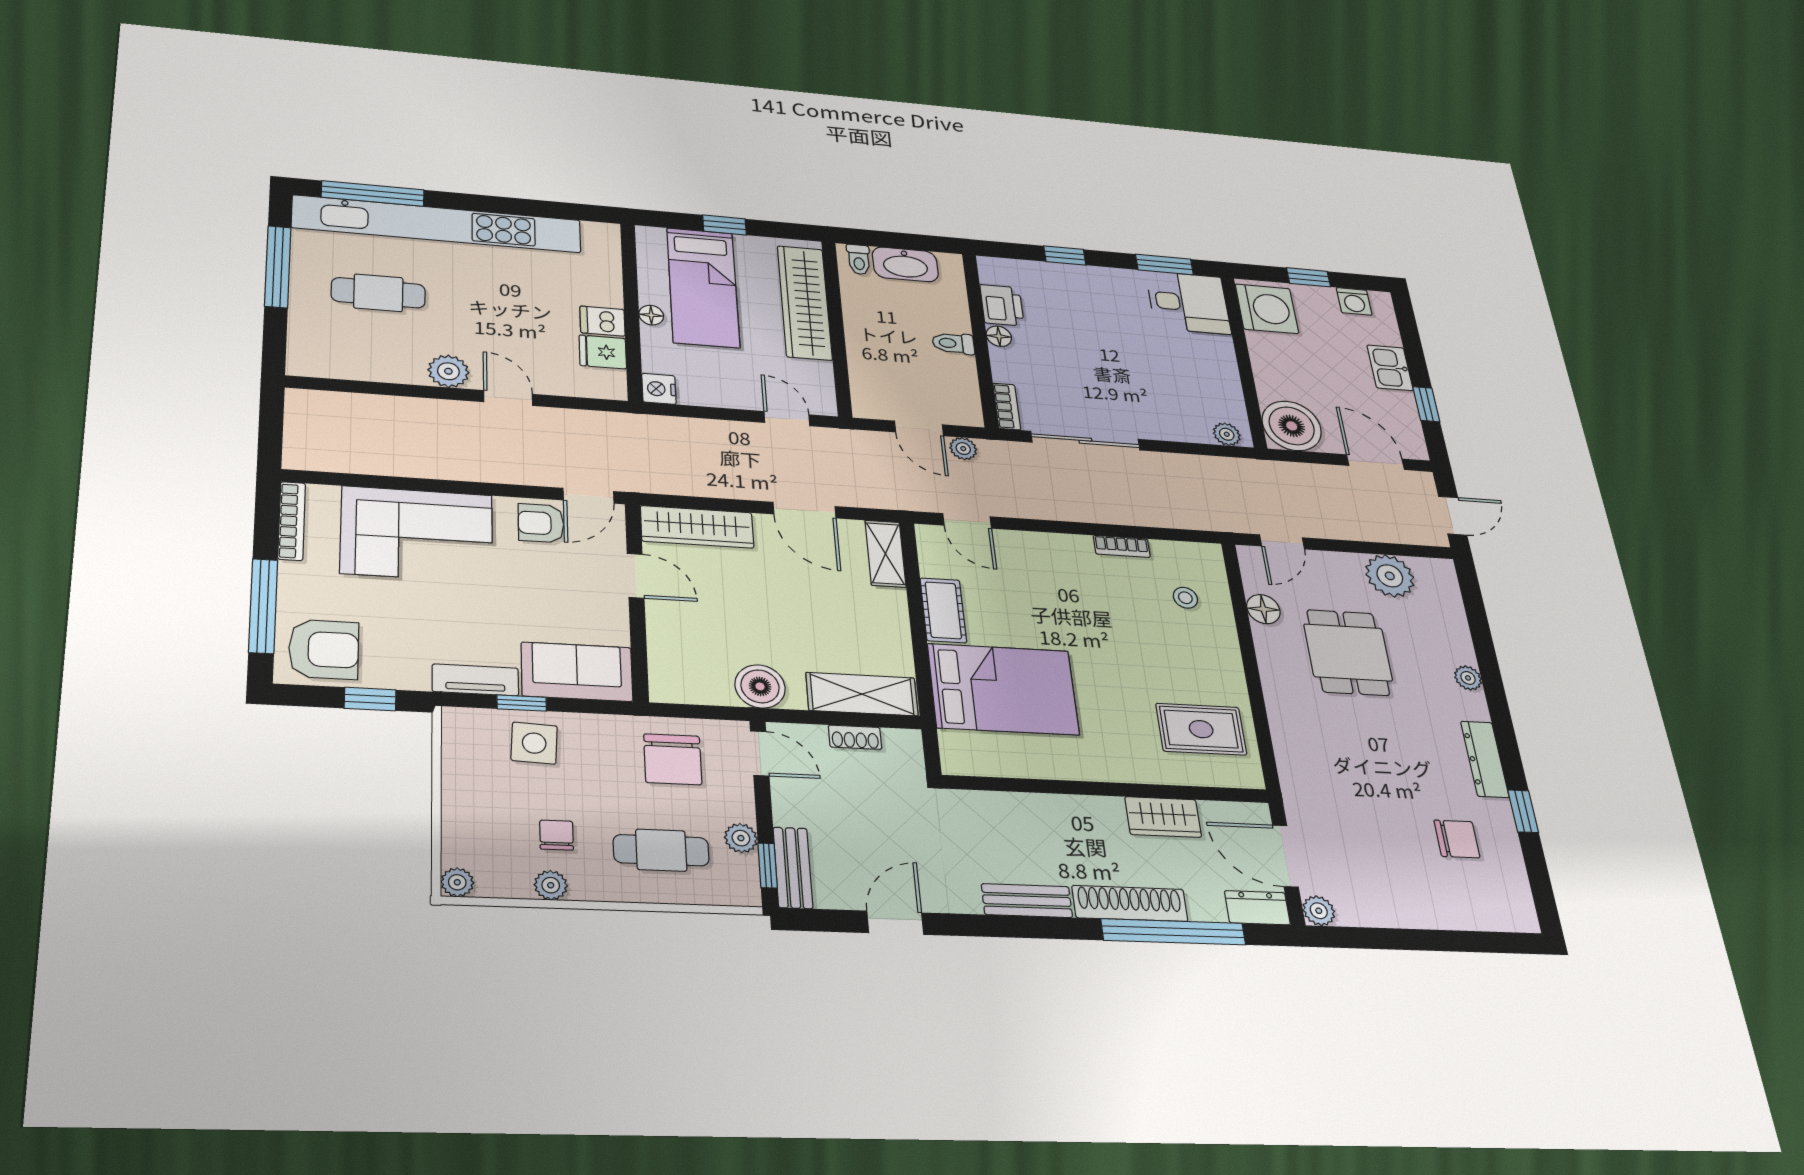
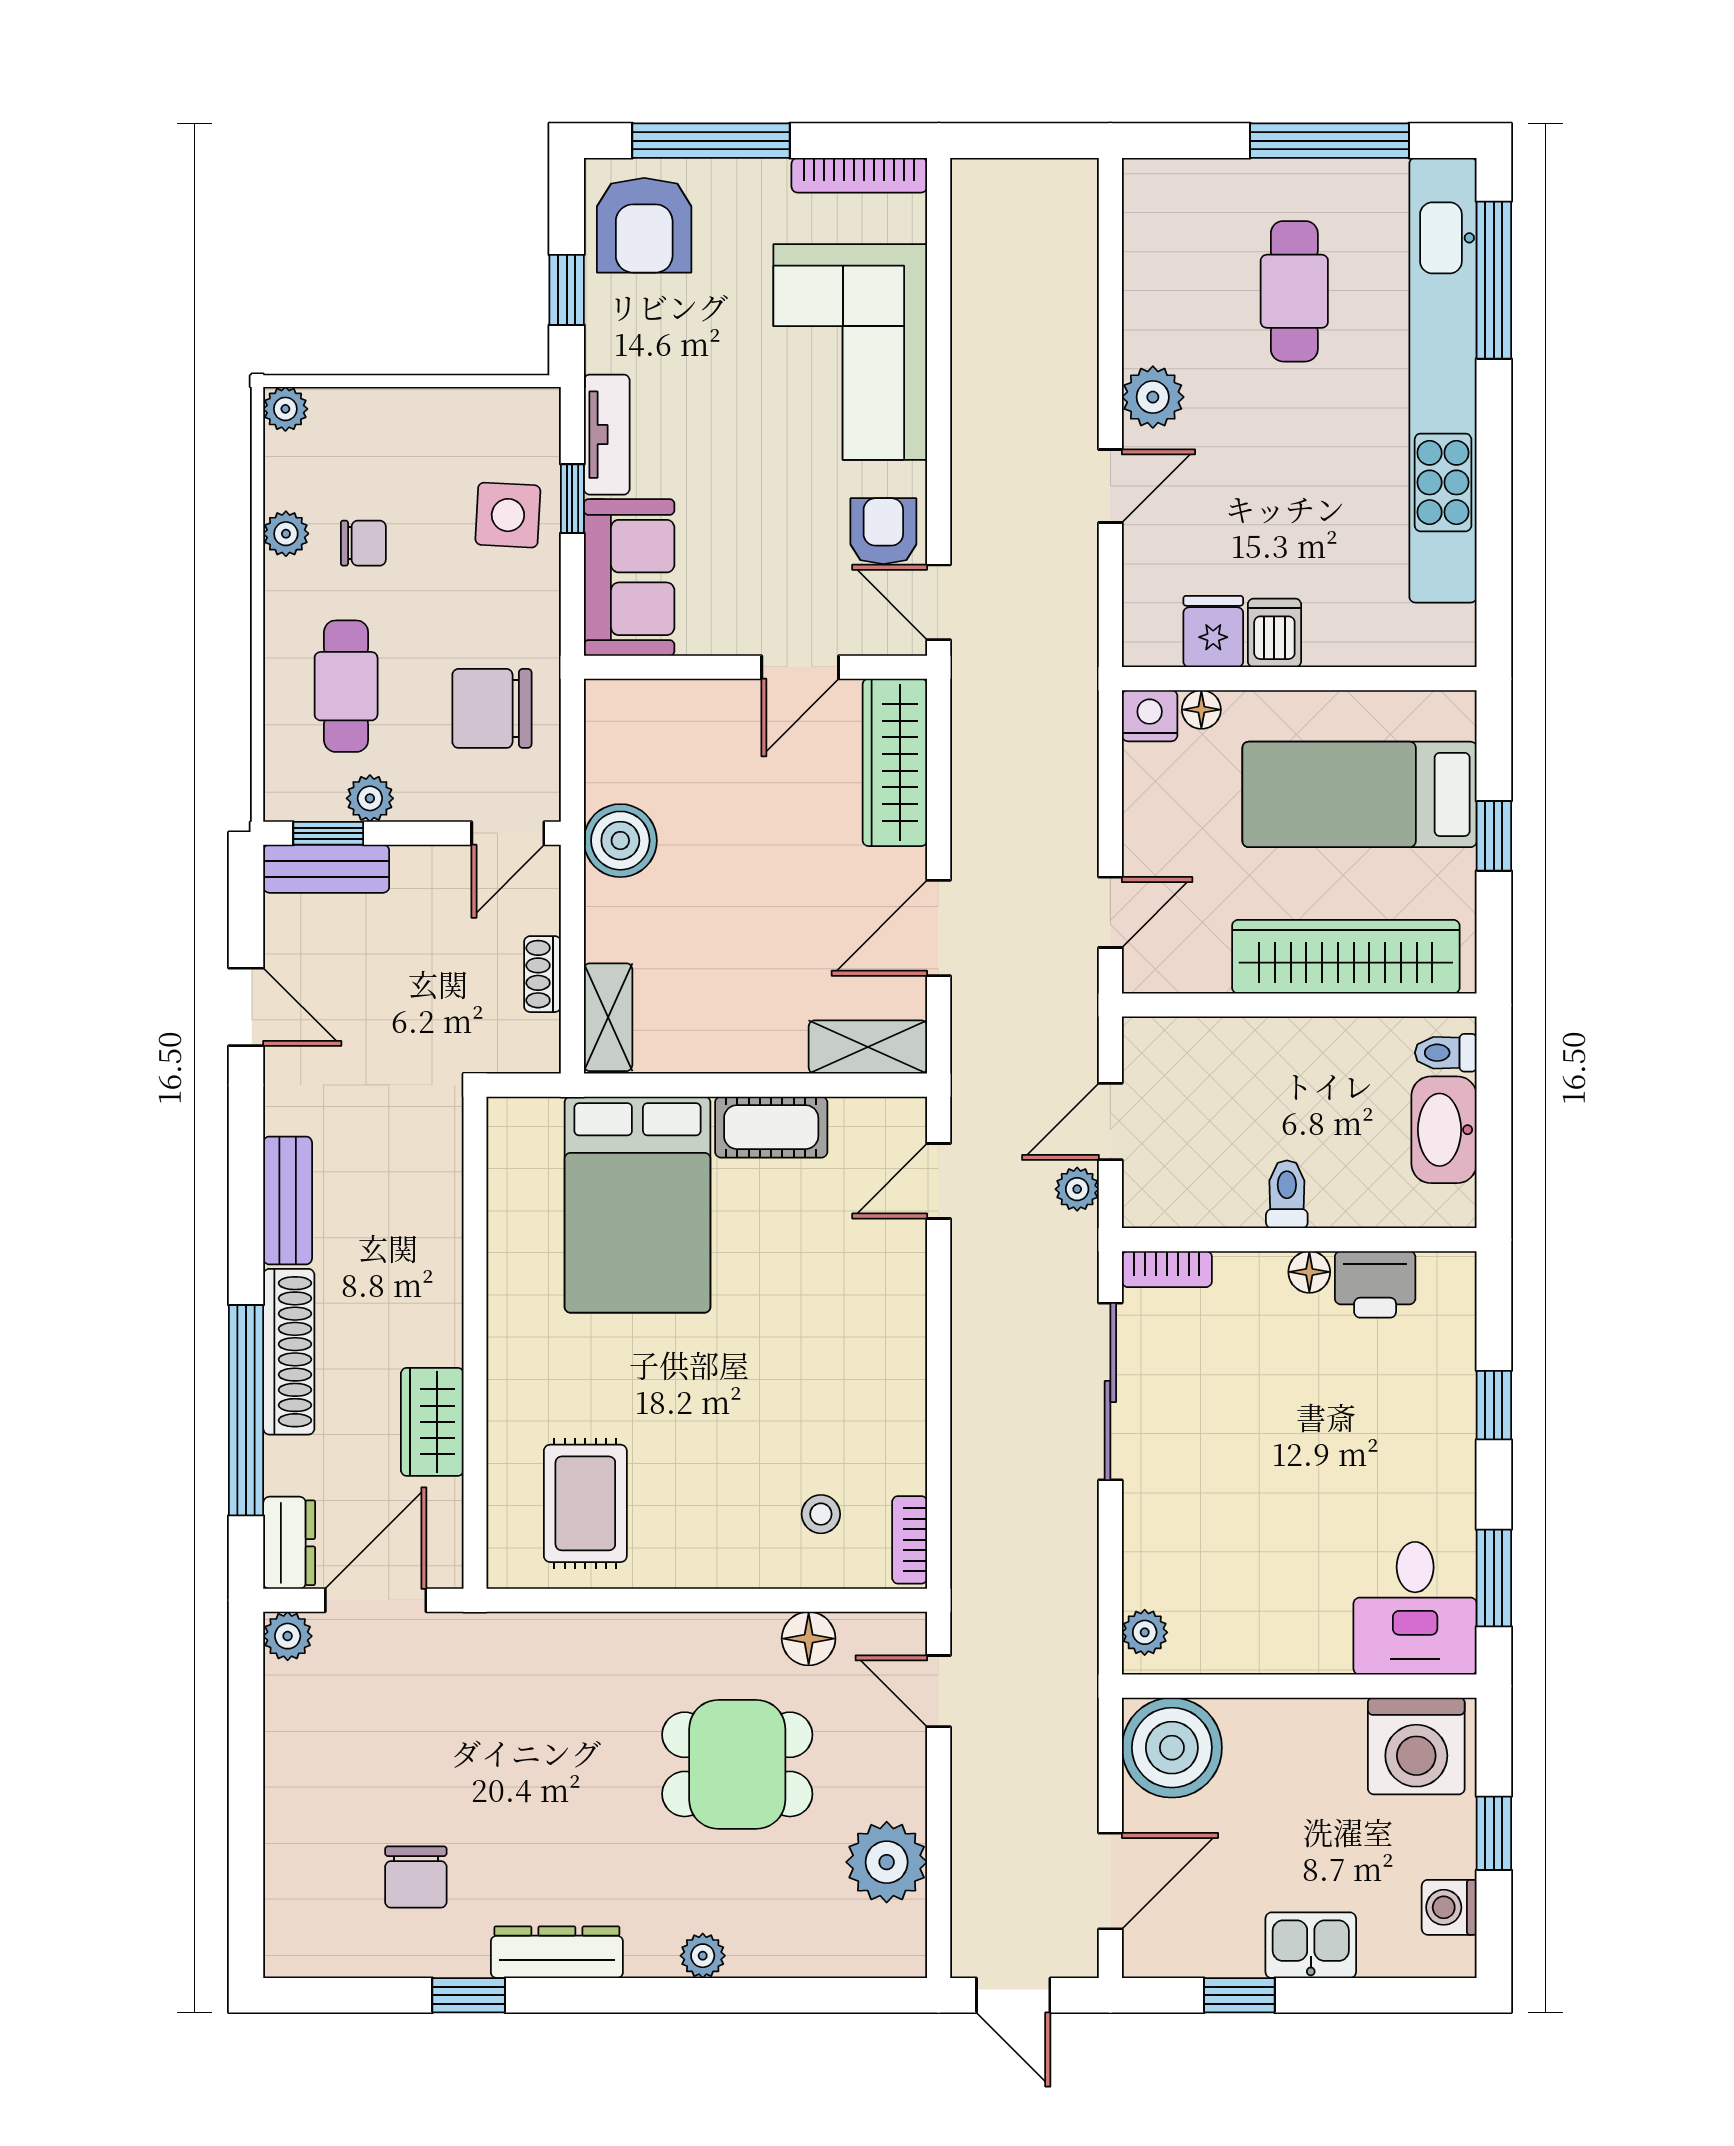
floor lamp: (651, 315) -> (1201, 710), moved
bookcase: (1122, 546) -> (910, 1540), moved
shelving: (862, 694) -> (608, 1017), width x0.67, depth x0.75

